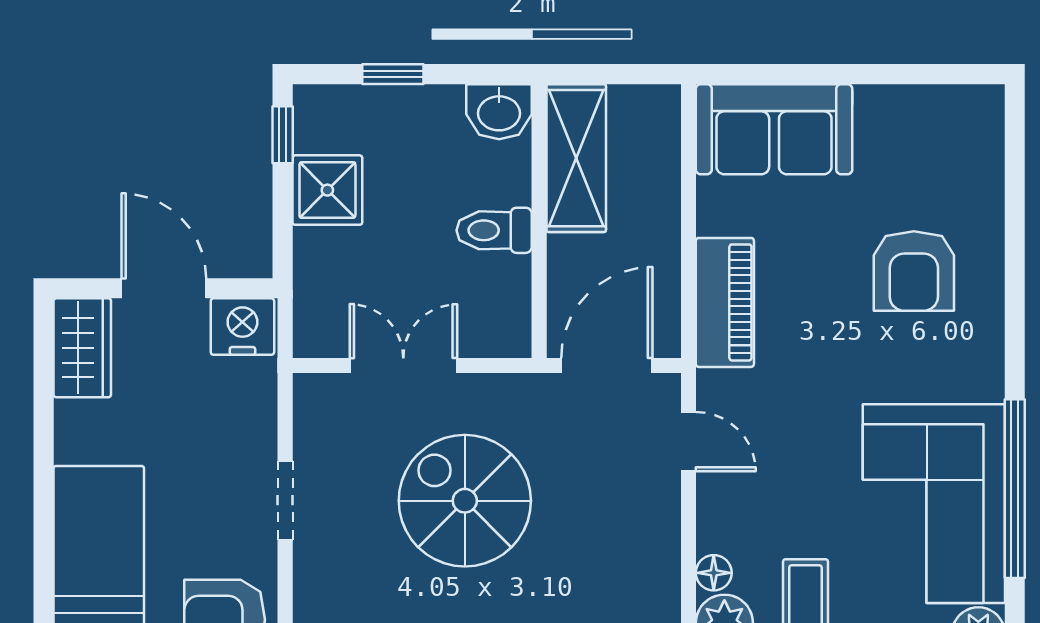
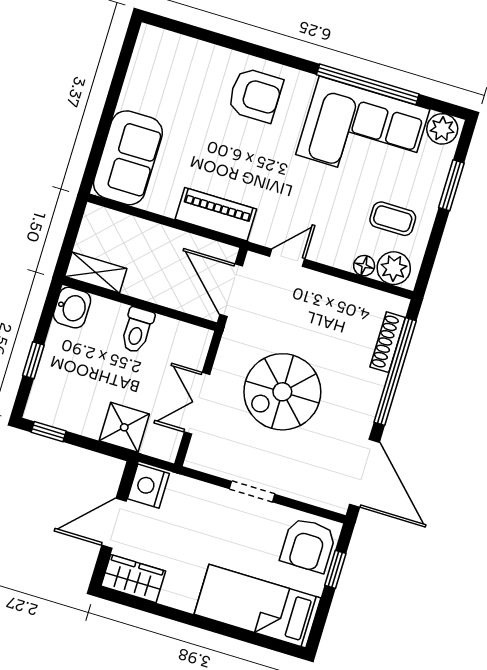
shelving: (576, 158) -> (96, 272), width x0.67, depth x0.75
shower: (327, 190) -> (124, 427), moved
armchair: (914, 271) -> (255, 95), moved

